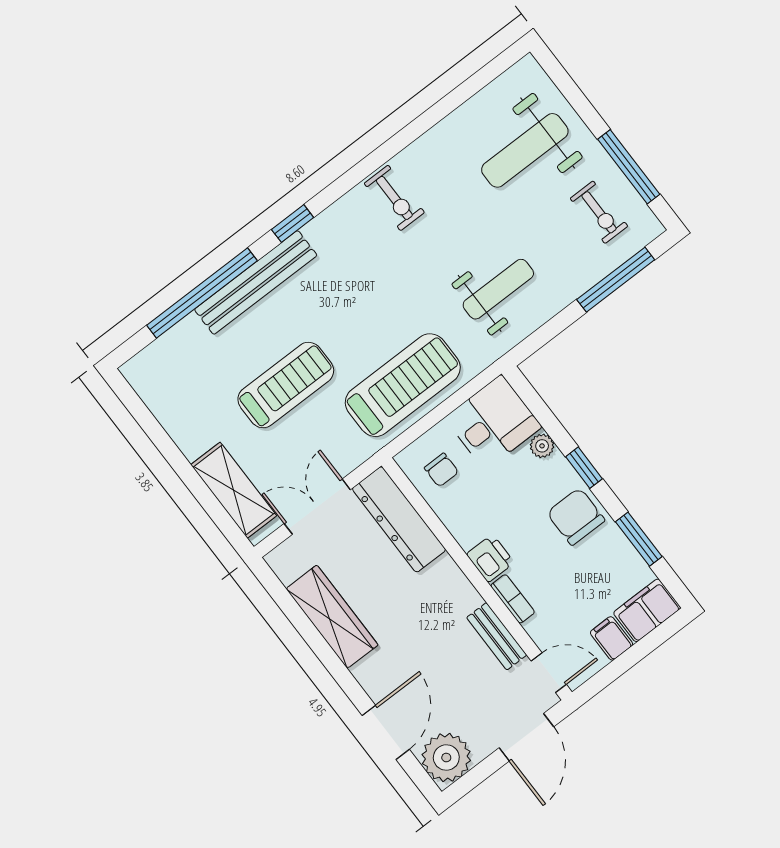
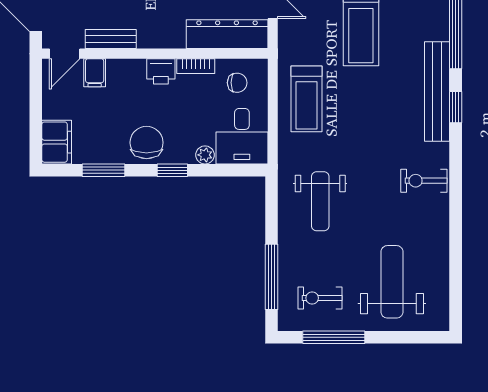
bench: (256, 282) -> (437, 91), moved
treadmill: (403, 385) -> (307, 99), width x0.73, depth x0.73
chair: (441, 470) -> (237, 83), turned 180
chair: (576, 517) -> (147, 143), turned -90
bookcase: (513, 599) -> (196, 66), moved
filing cabinet: (611, 638) -> (95, 73), moved, turned 90

